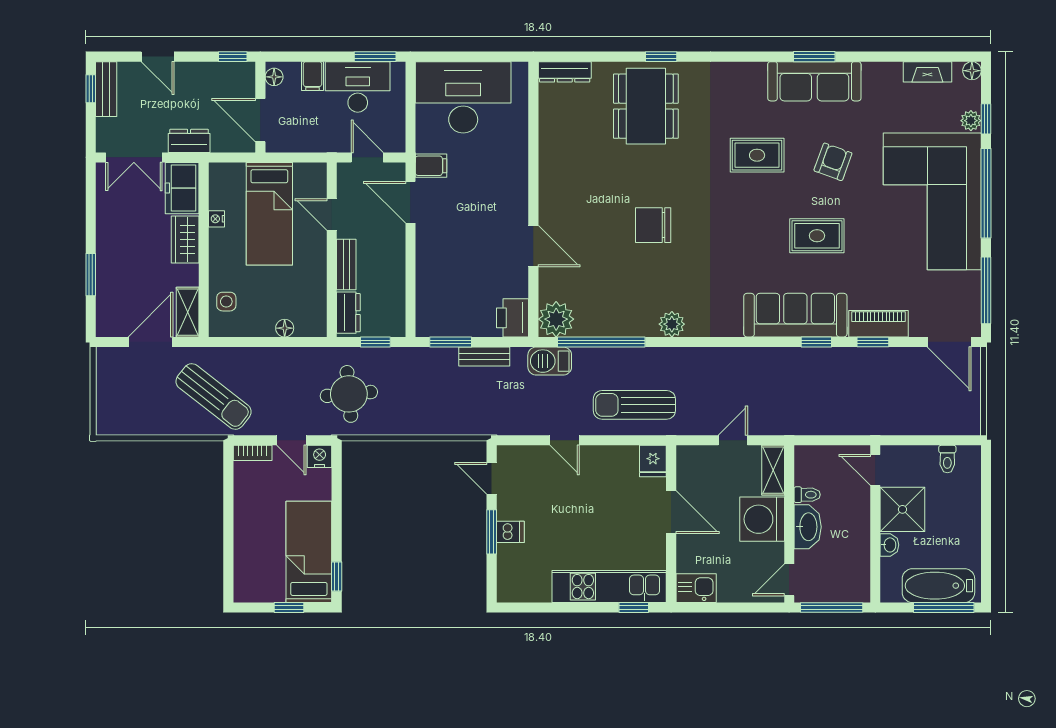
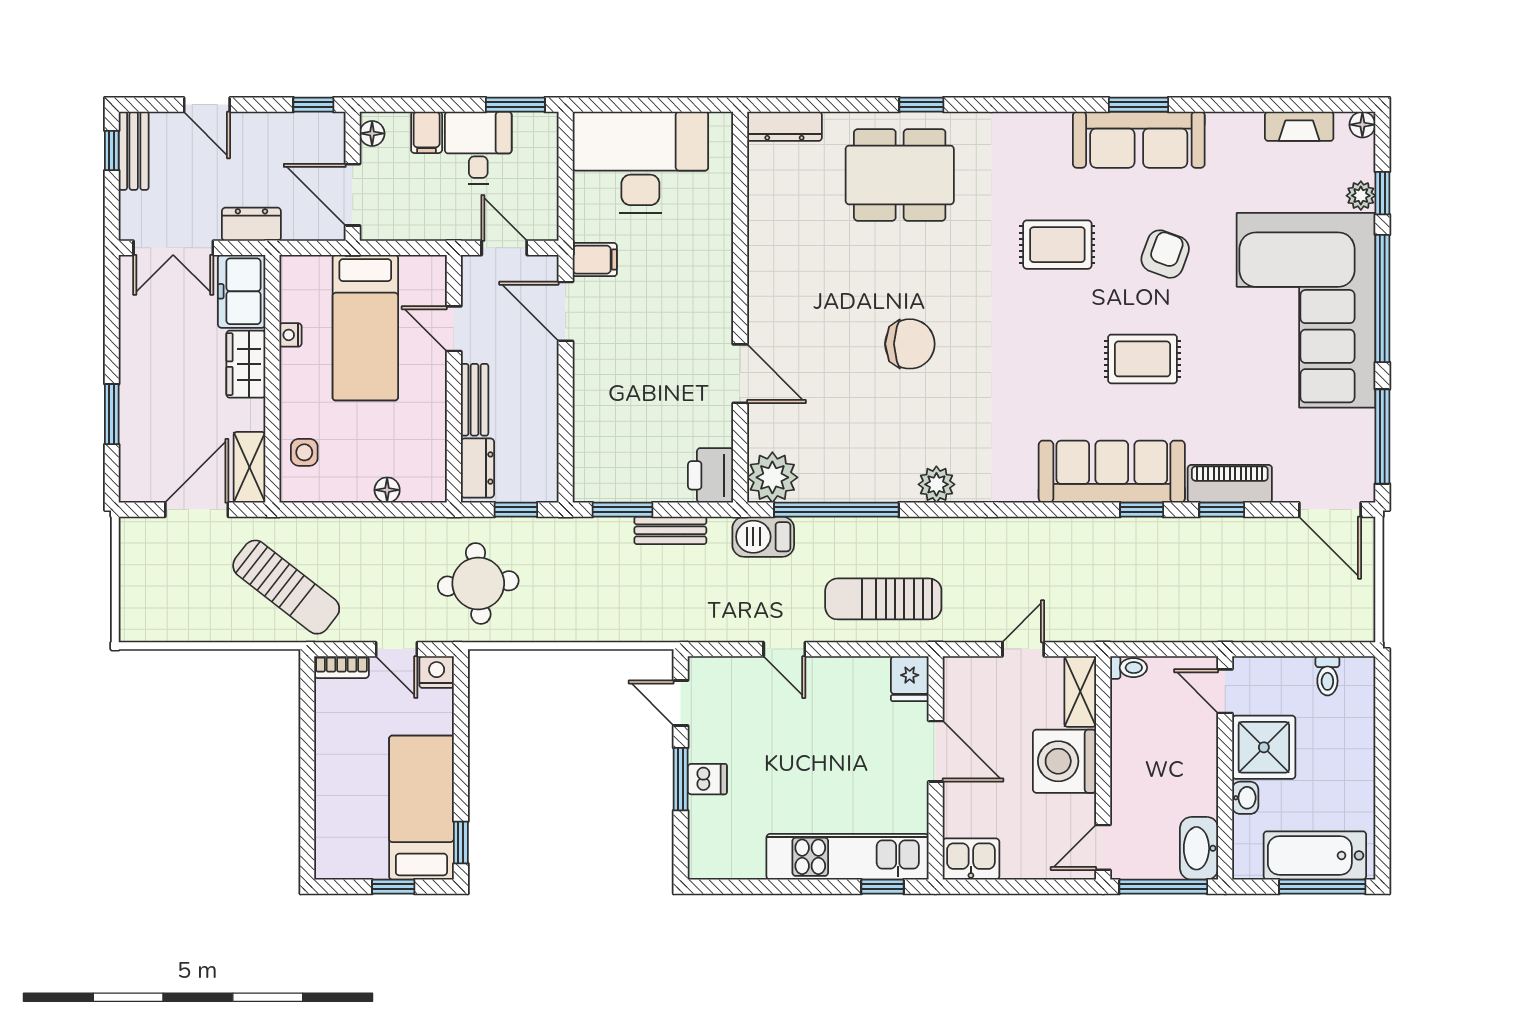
desk: (358, 87) -> (478, 148), width x0.73
dining table: (646, 106) -> (900, 175), turned 90
chair: (653, 225) -> (910, 344), turned 180
toilet: (807, 495) -> (1129, 668), moved
washbasin: (808, 527) -> (1199, 848), moved, turned 180

